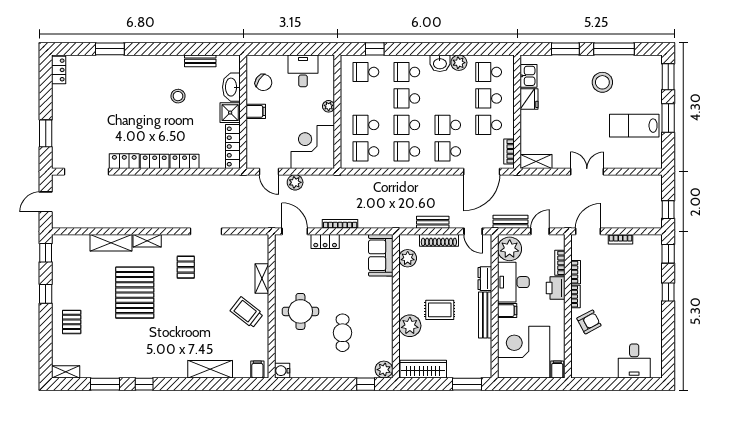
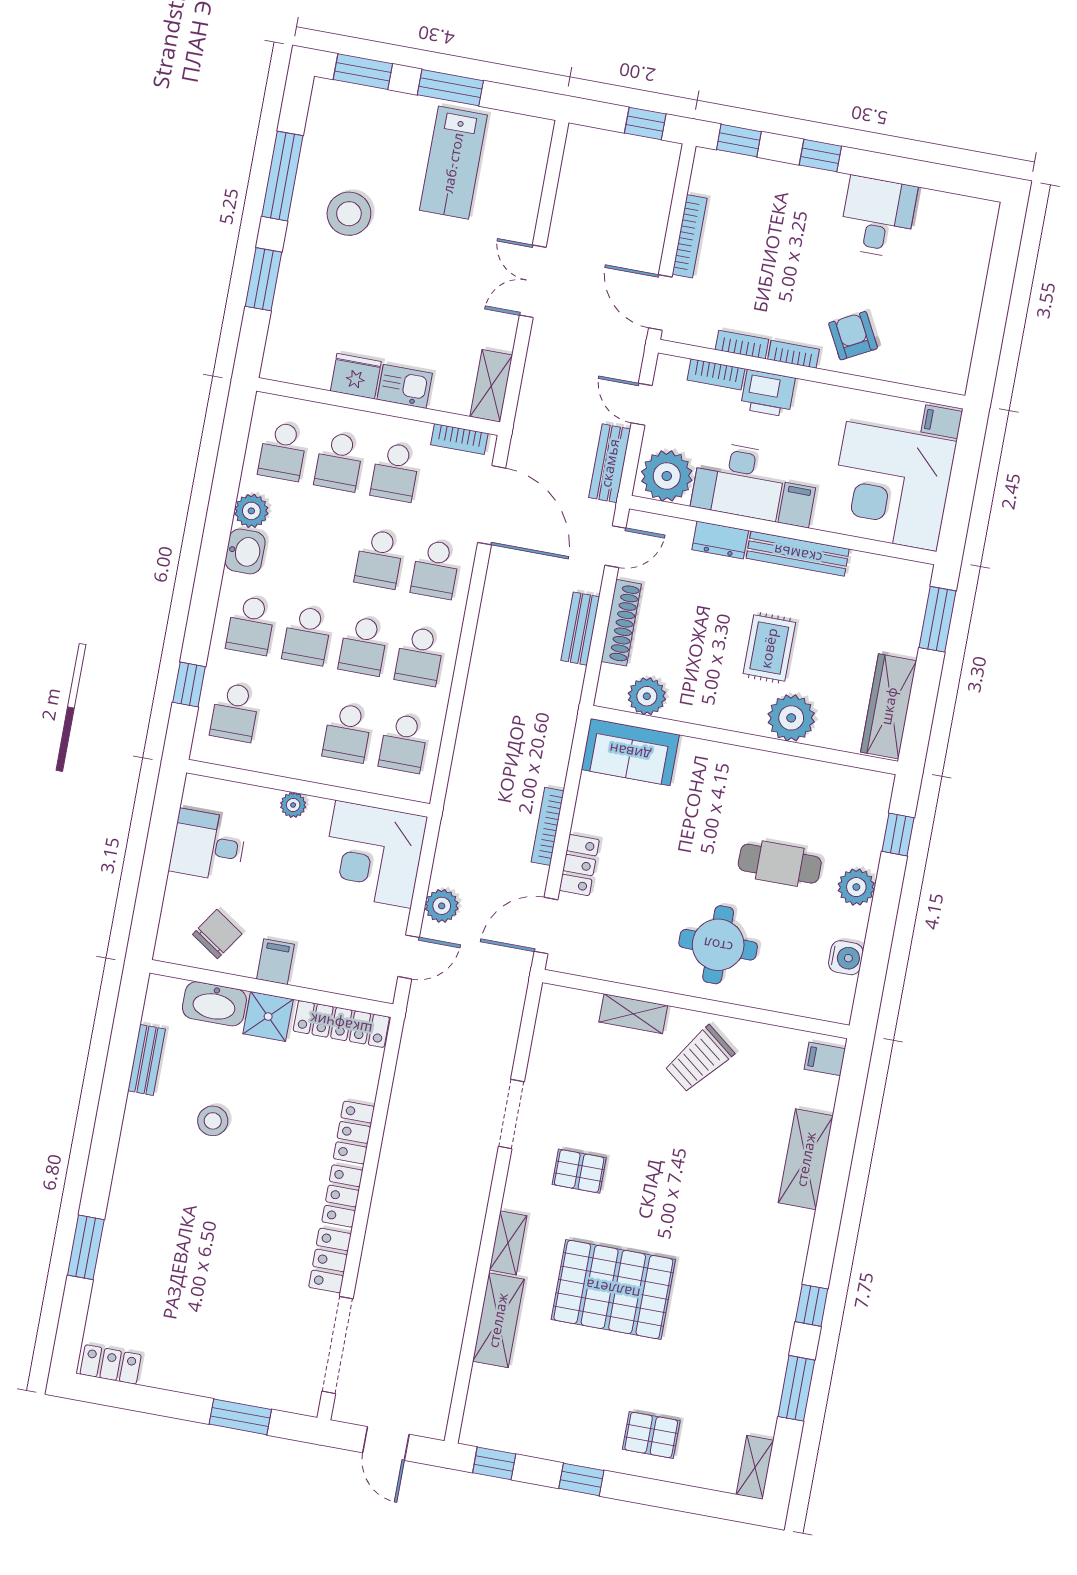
kitchen sink: (528, 76) -> (405, 386), moved
bookcase: (621, 239) -> (690, 236), width x1.56
desk: (634, 361) -> (878, 217), moved, turned -90
plant: (384, 370) -> (856, 887), moved
water cooler: (282, 371) -> (846, 958), moved, turned -90

